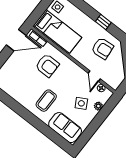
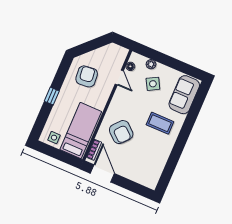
window: (103, 22) -> (52, 96), moved
armchair: (47, 65) -> (121, 132), turned 131
door: (94, 76) -> (119, 77), hinge flipped

